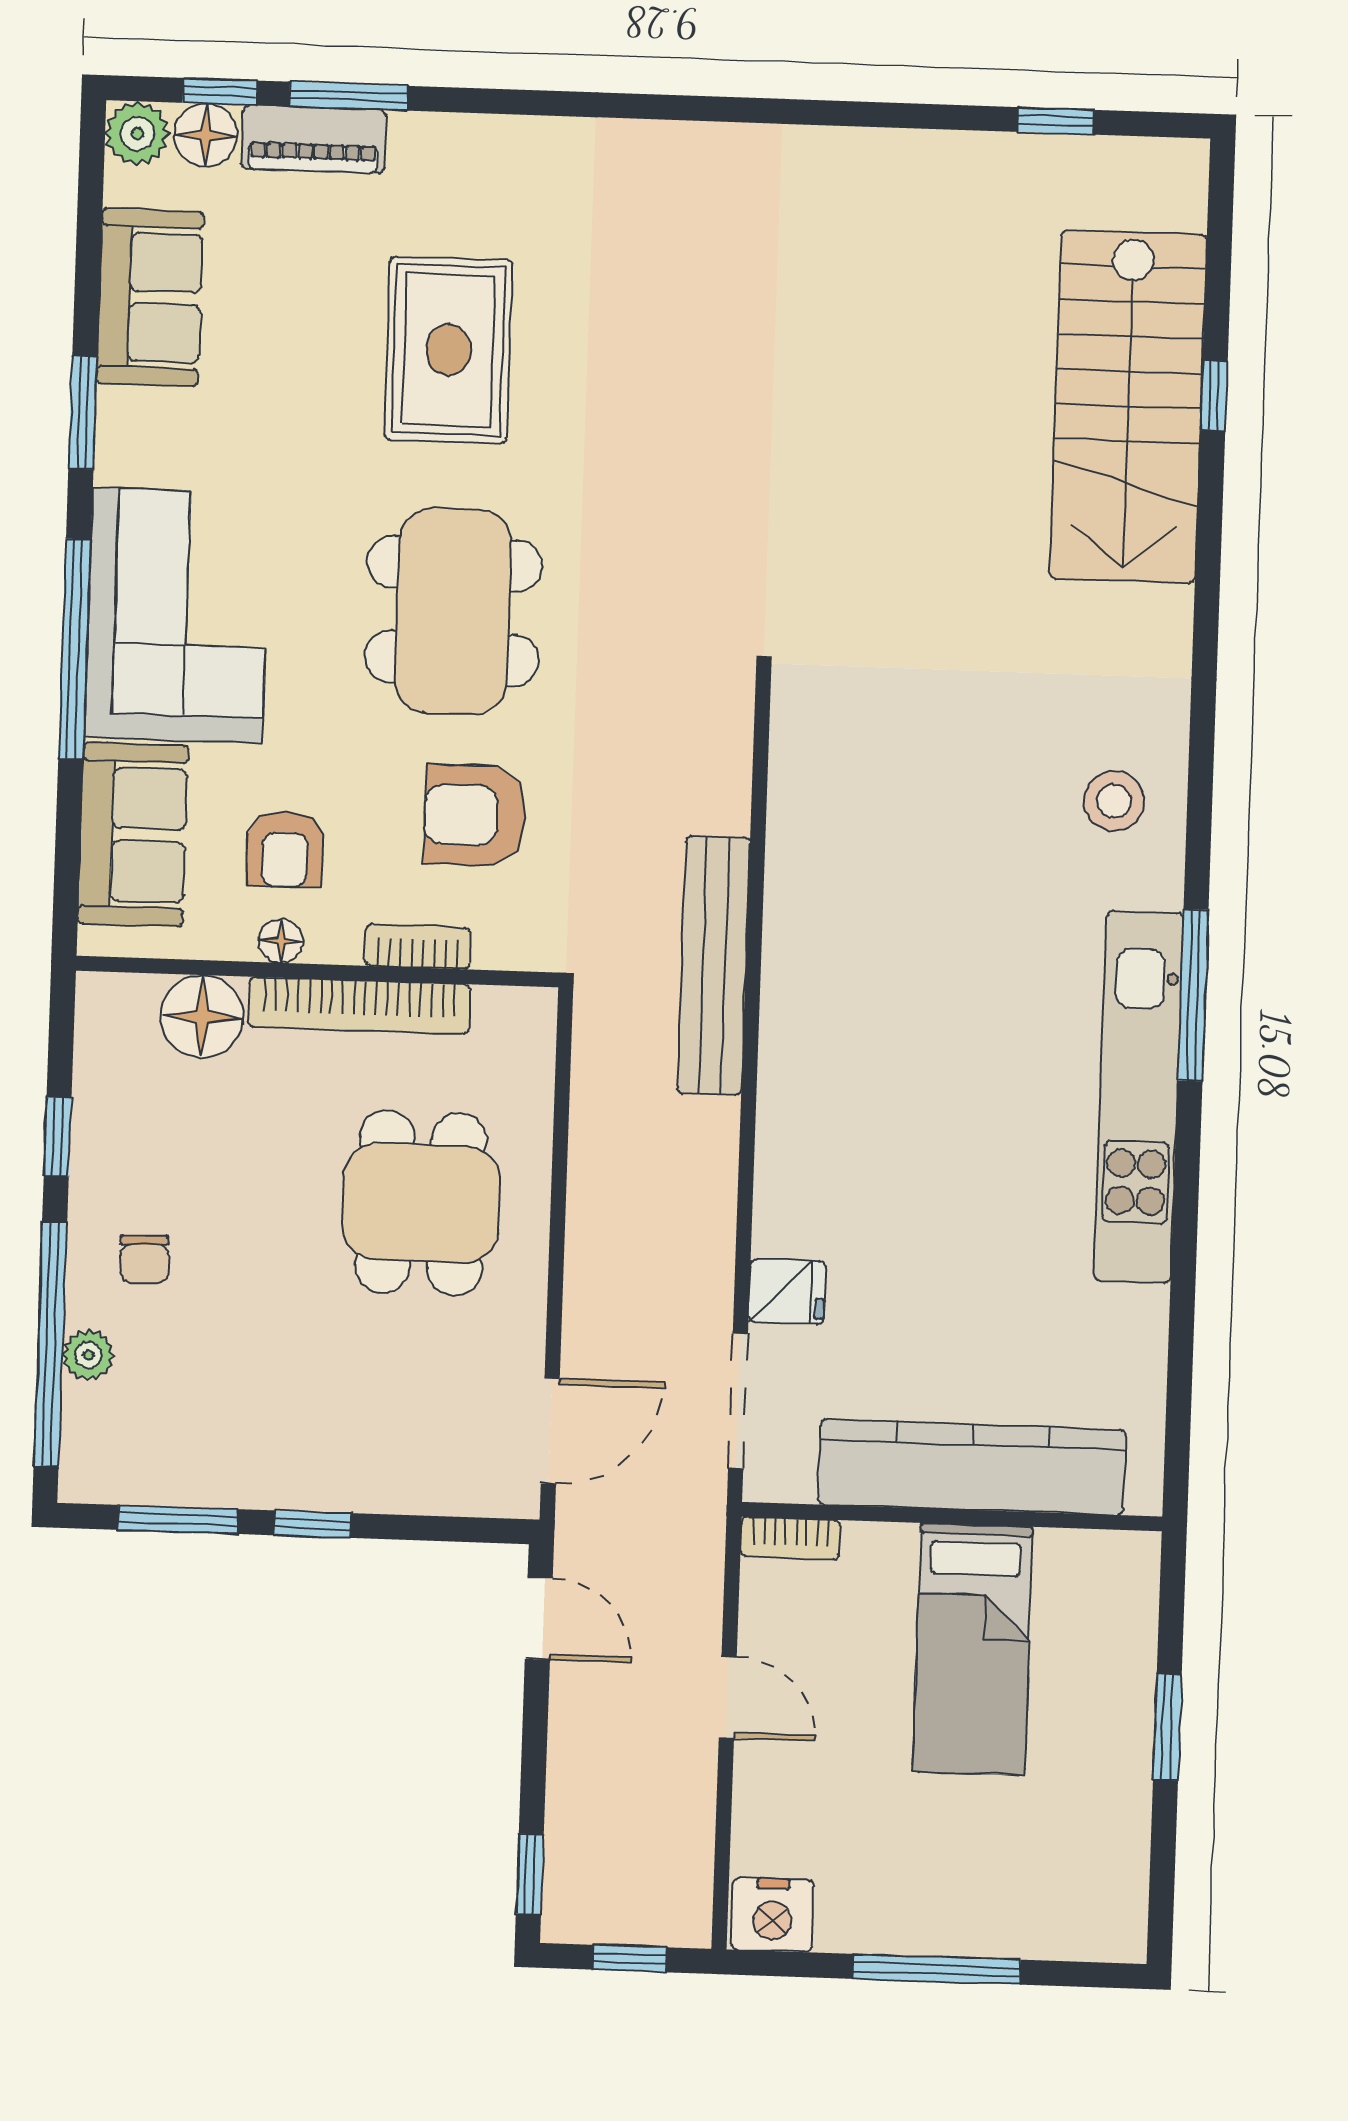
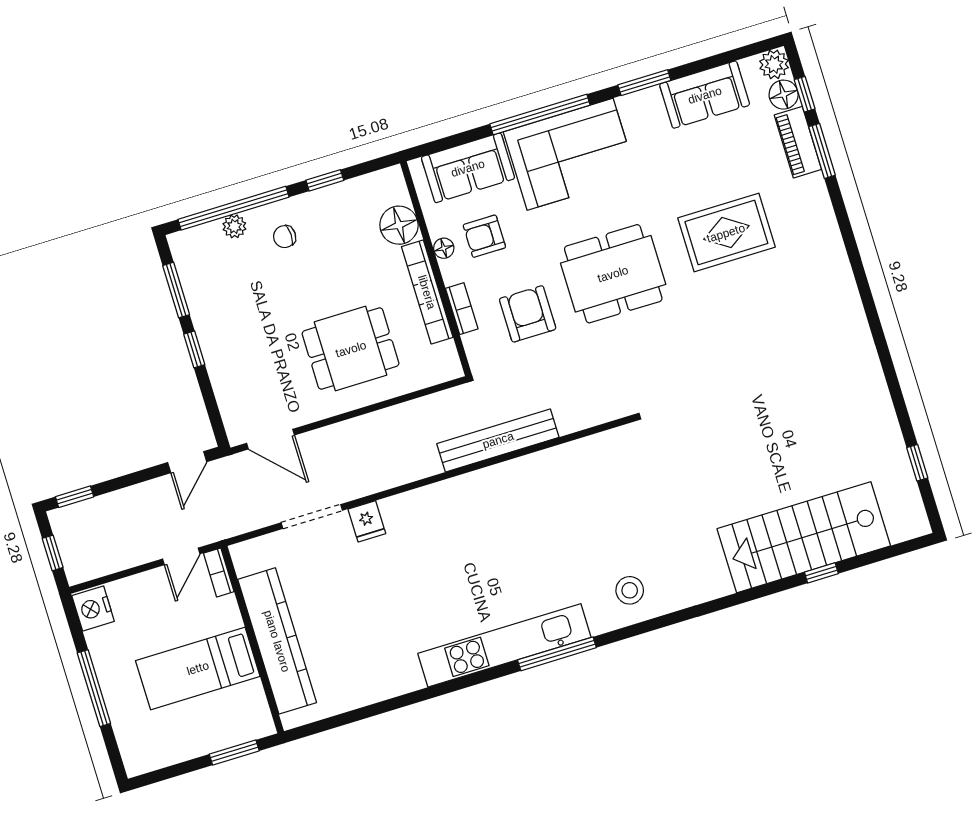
kitchen counter: (972, 1467) -> (277, 641), moved
wall: (952, 1517) -> (252, 640), moved
bookcase: (790, 1538) -> (219, 572), moved
bed: (973, 1649) -> (198, 668), moved

